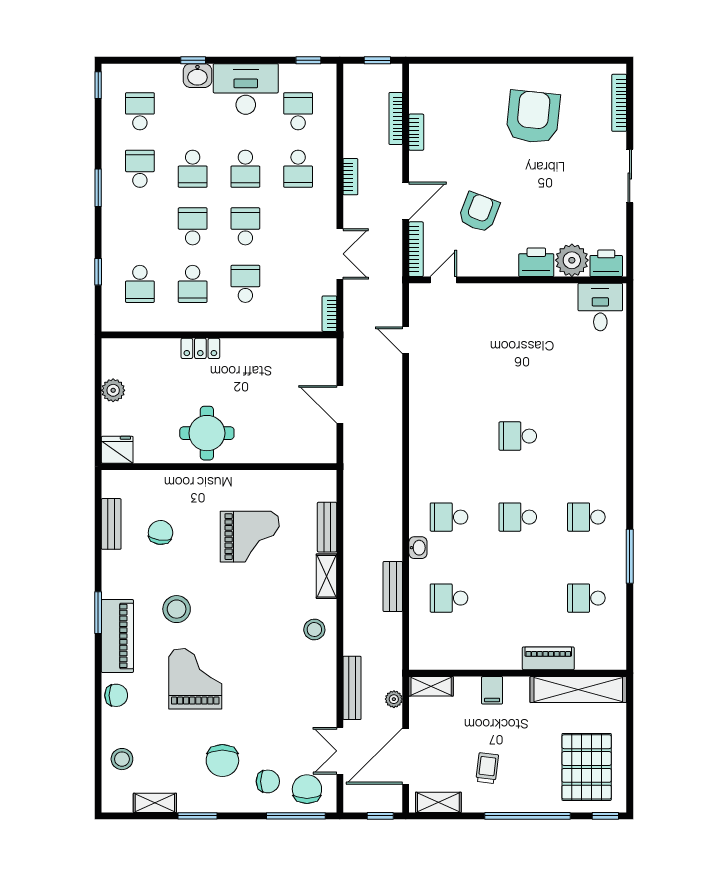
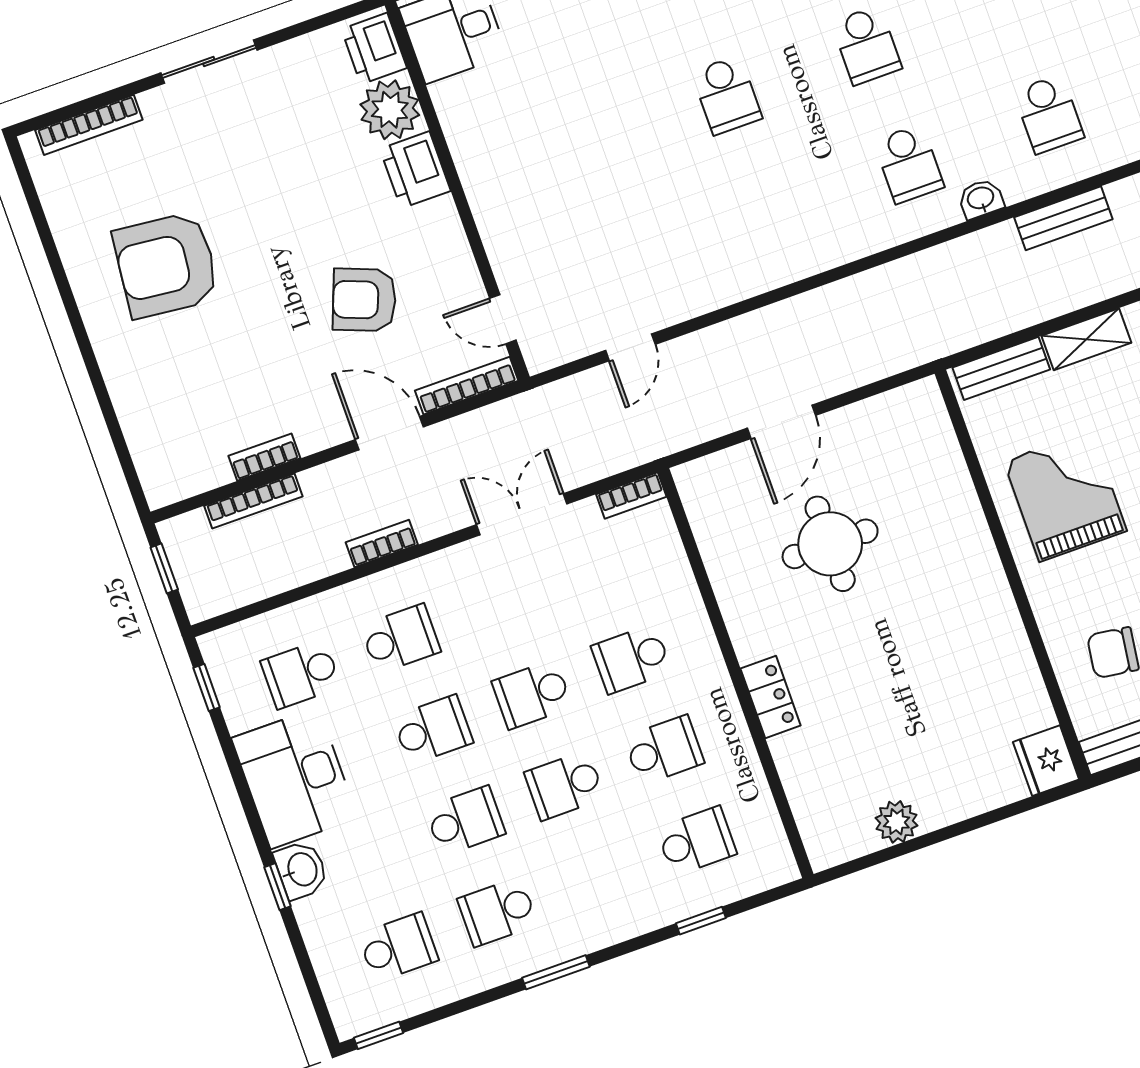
school desk: (140, 111) -> (398, 947), turned 180
round table: (207, 433) -> (830, 544), moved
fridge: (117, 450) -> (1046, 761), moved
wall: (219, 467) -> (1013, 575), moved

